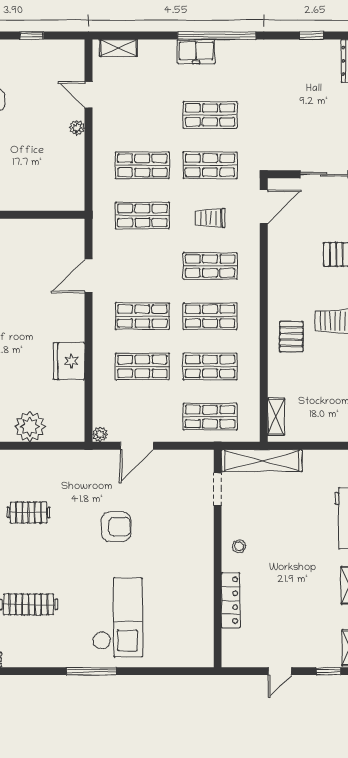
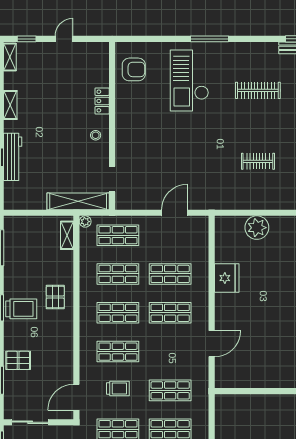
plant: (100, 434) -> (85, 222), moved
armchair: (116, 527) -> (134, 69), moved, turned 180
locker: (231, 600) -> (102, 101), width x0.66

